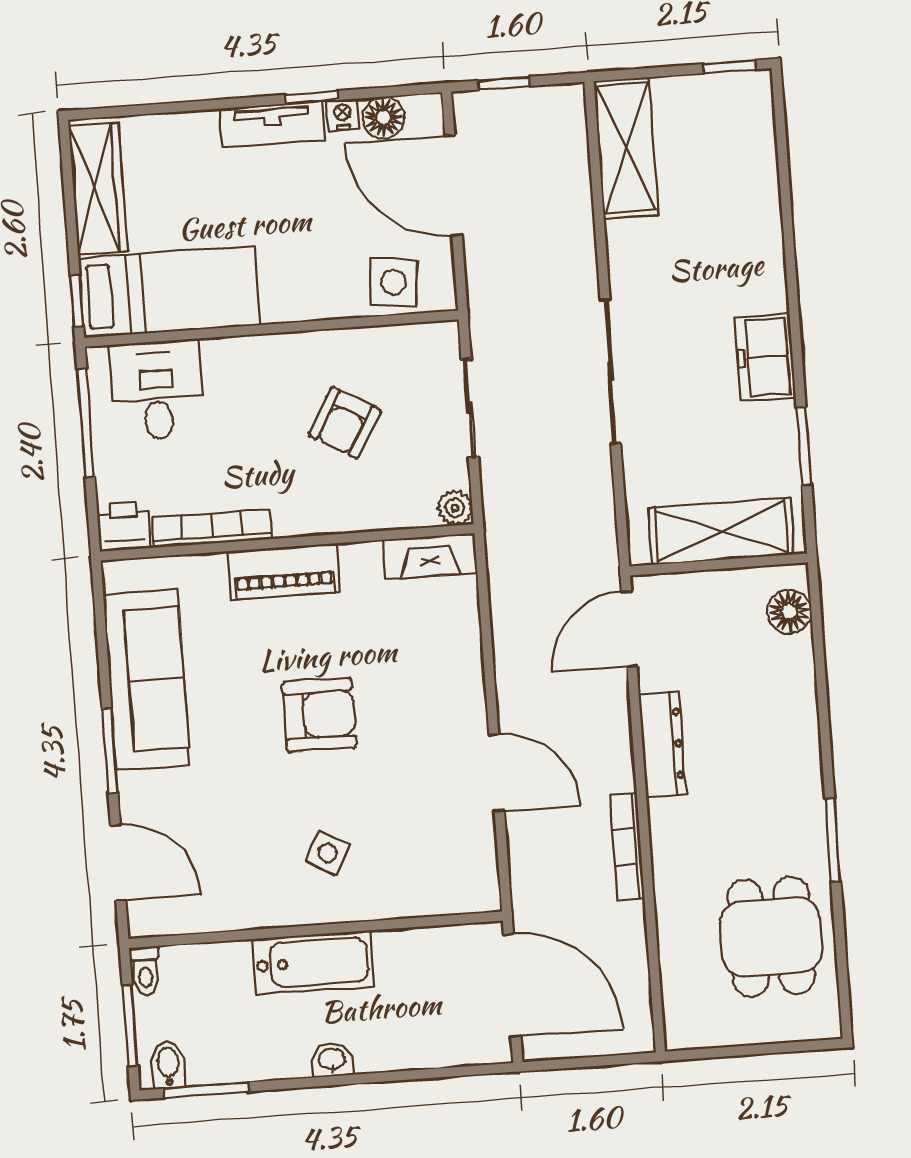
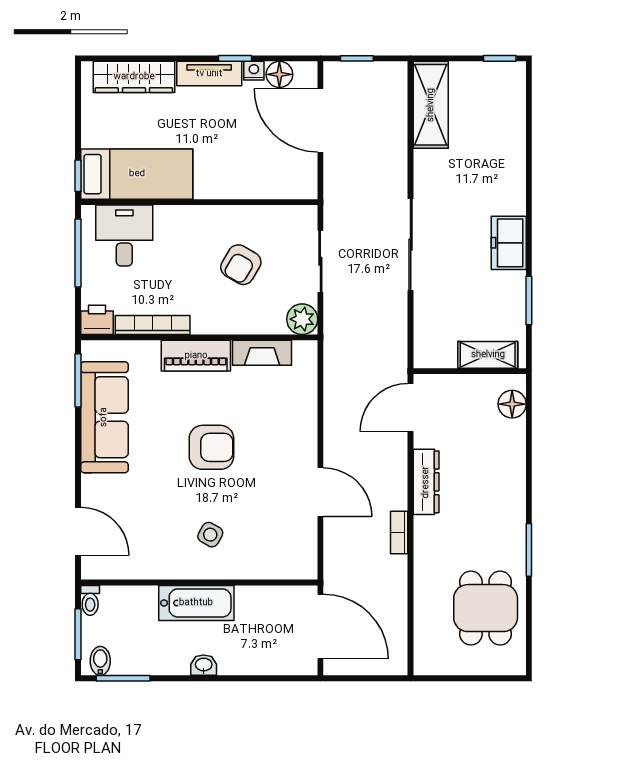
wardrobe: (98, 189) -> (134, 77), moved, turned 90
side table: (393, 282) -> (278, 178), removed
plant: (455, 508) -> (302, 319), width x1.38, depth x1.38
shelving: (721, 531) -> (488, 355), width x0.67, depth x0.75
fireplace: (429, 556) -> (262, 353), moved
window: (110, 750) -> (78, 380), moved
bookcase: (627, 847) -> (399, 533), width x0.64

